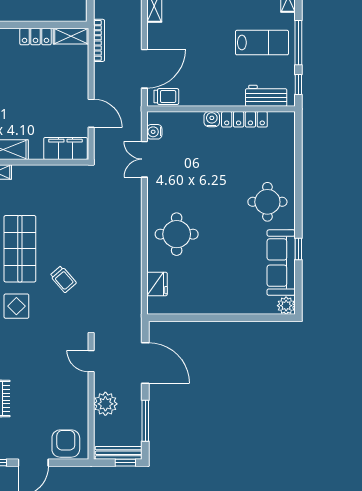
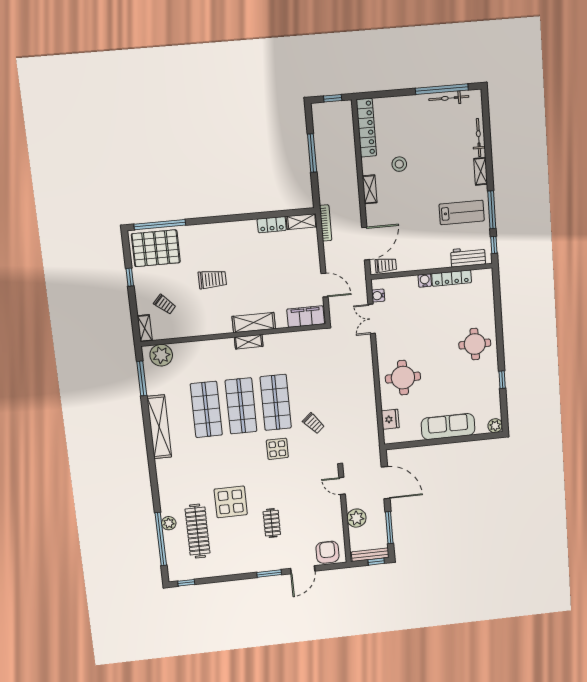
sofa: (281, 263) -> (448, 427), moved, turned 90

